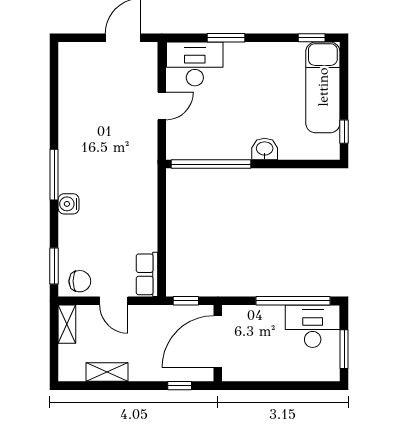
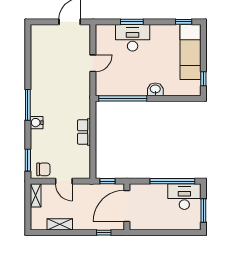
desk: (195, 64) -> (133, 38), moved
row of seats: (147, 274) -> (84, 132), moved

